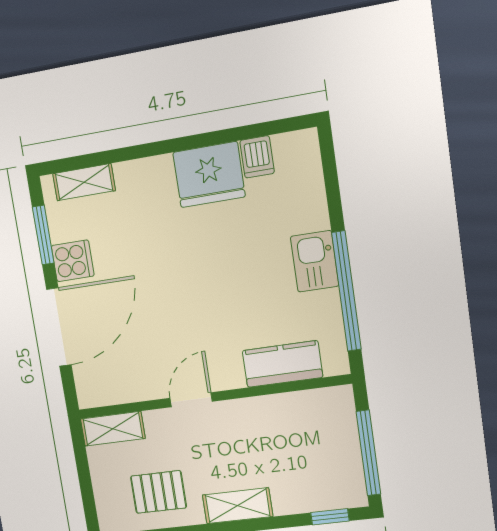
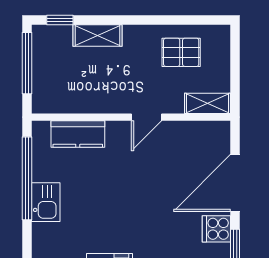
shelving: (238, 506) -> (98, 35), moved

